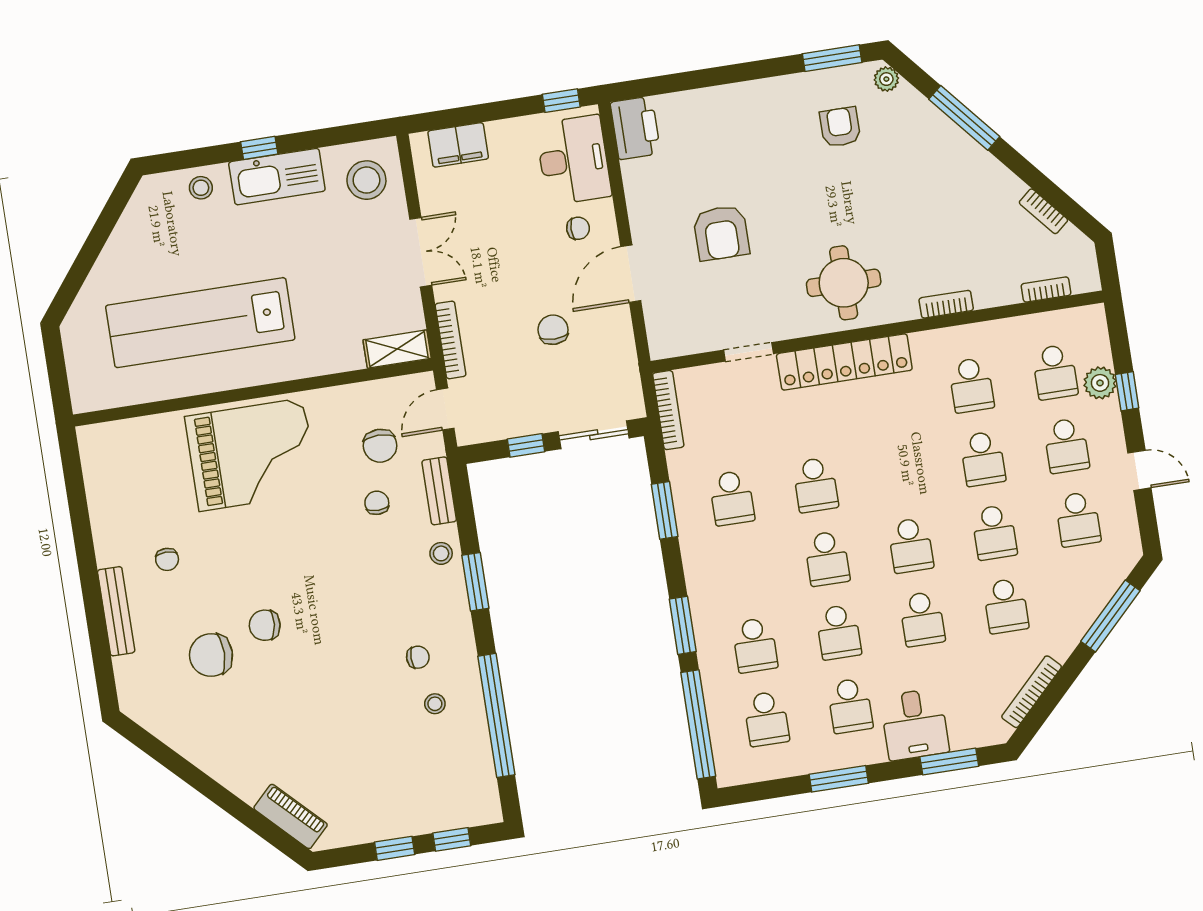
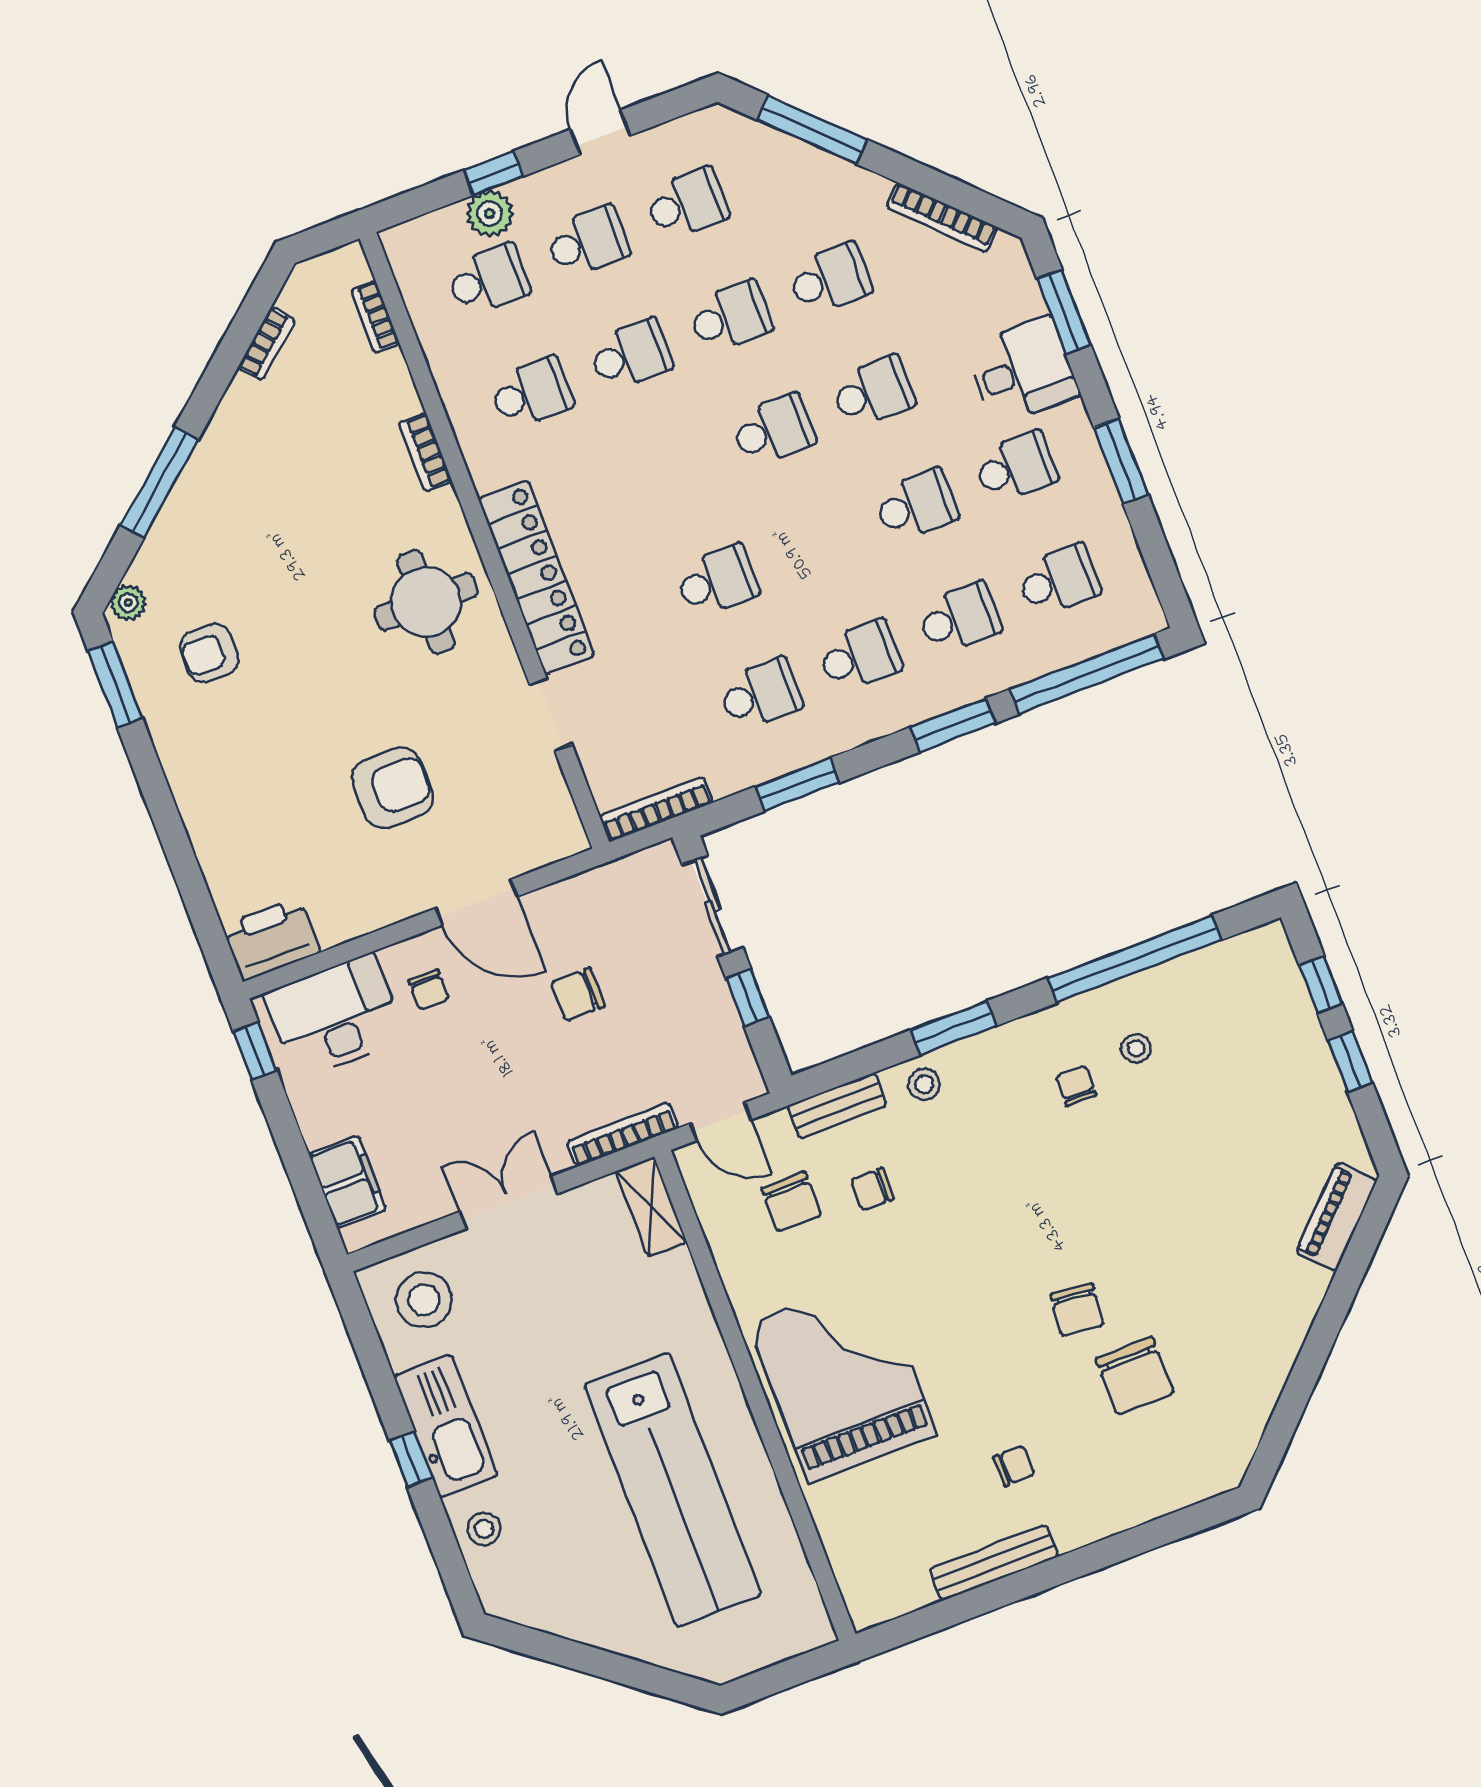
chair: (578, 228) -> (429, 990), turned 180
chair: (380, 446) -> (792, 1202), turned 90
school desk: (827, 559) -> (860, 656), moved
bench: (116, 611) -> (994, 1563), moved

